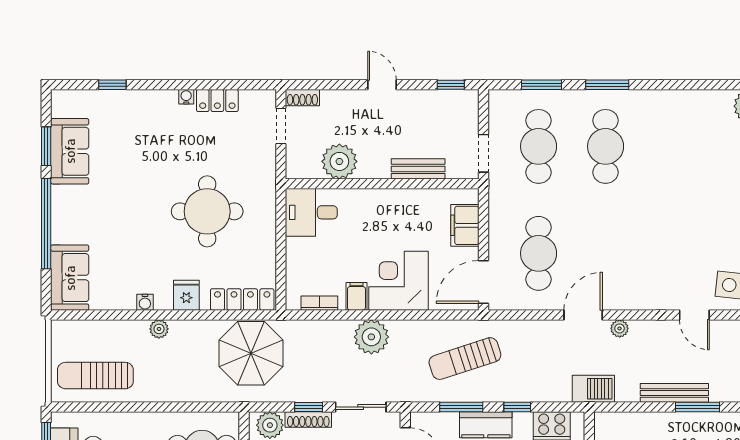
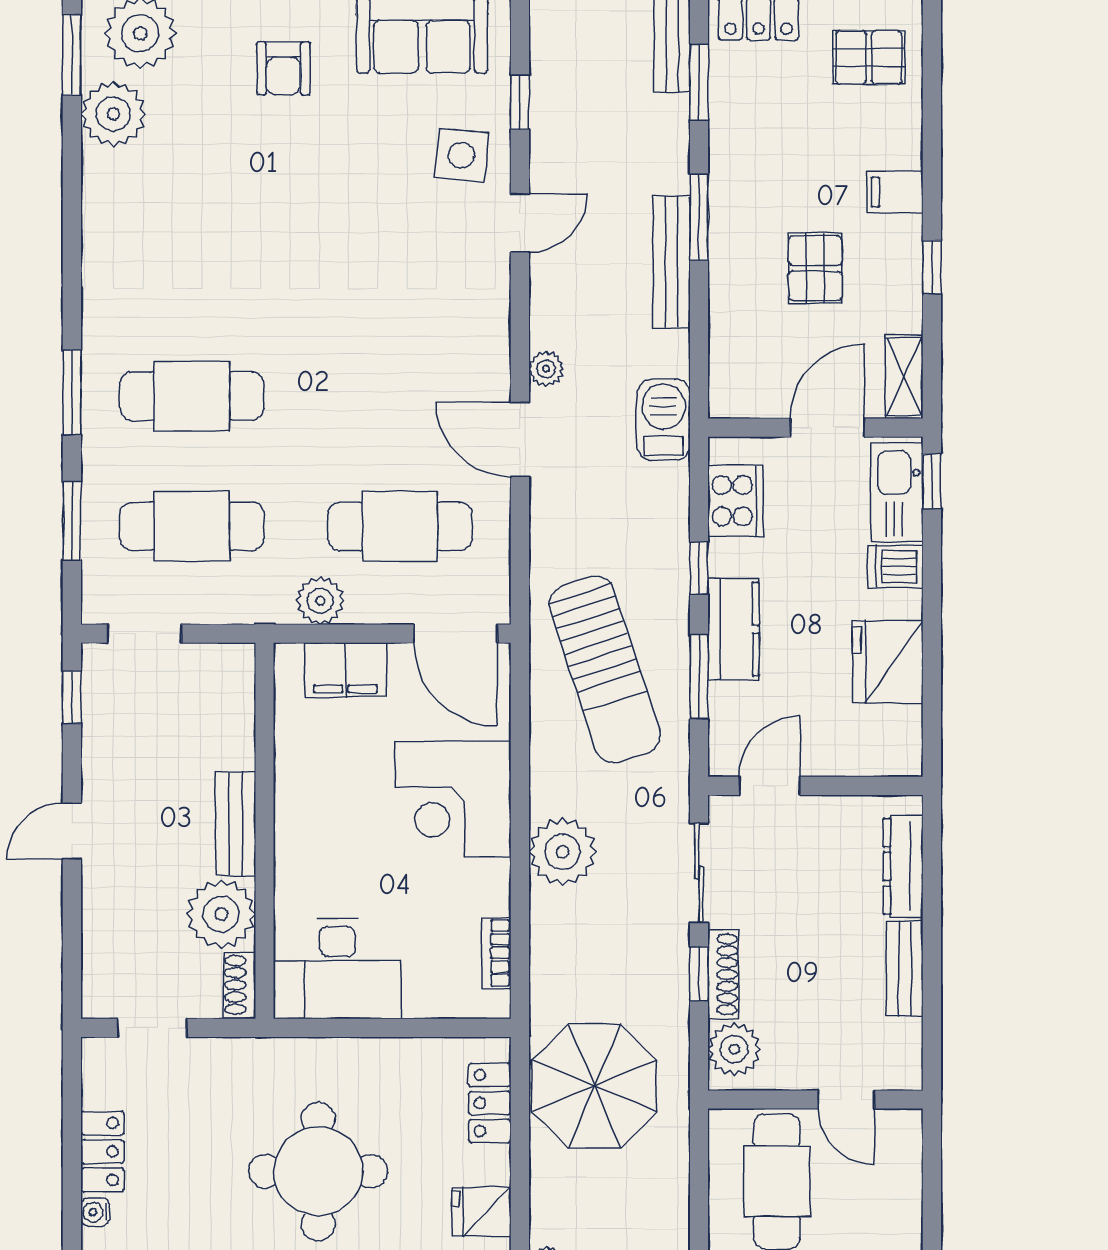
shoe rack: (302, 98) -> (240, 985), moved, turned 180
doorway: (483, 153) -> (144, 634), moved
bench: (418, 169) -> (236, 824), moved
desk: (311, 212) -> (337, 969), width x1.37
plant: (500, 212) -> (320, 601), added
filing cabinet: (356, 296) -> (484, 881), removed
locker: (242, 299) -> (490, 1103), width x0.66
sun lounger: (465, 359) -> (605, 670), width x1.36, depth x1.34

